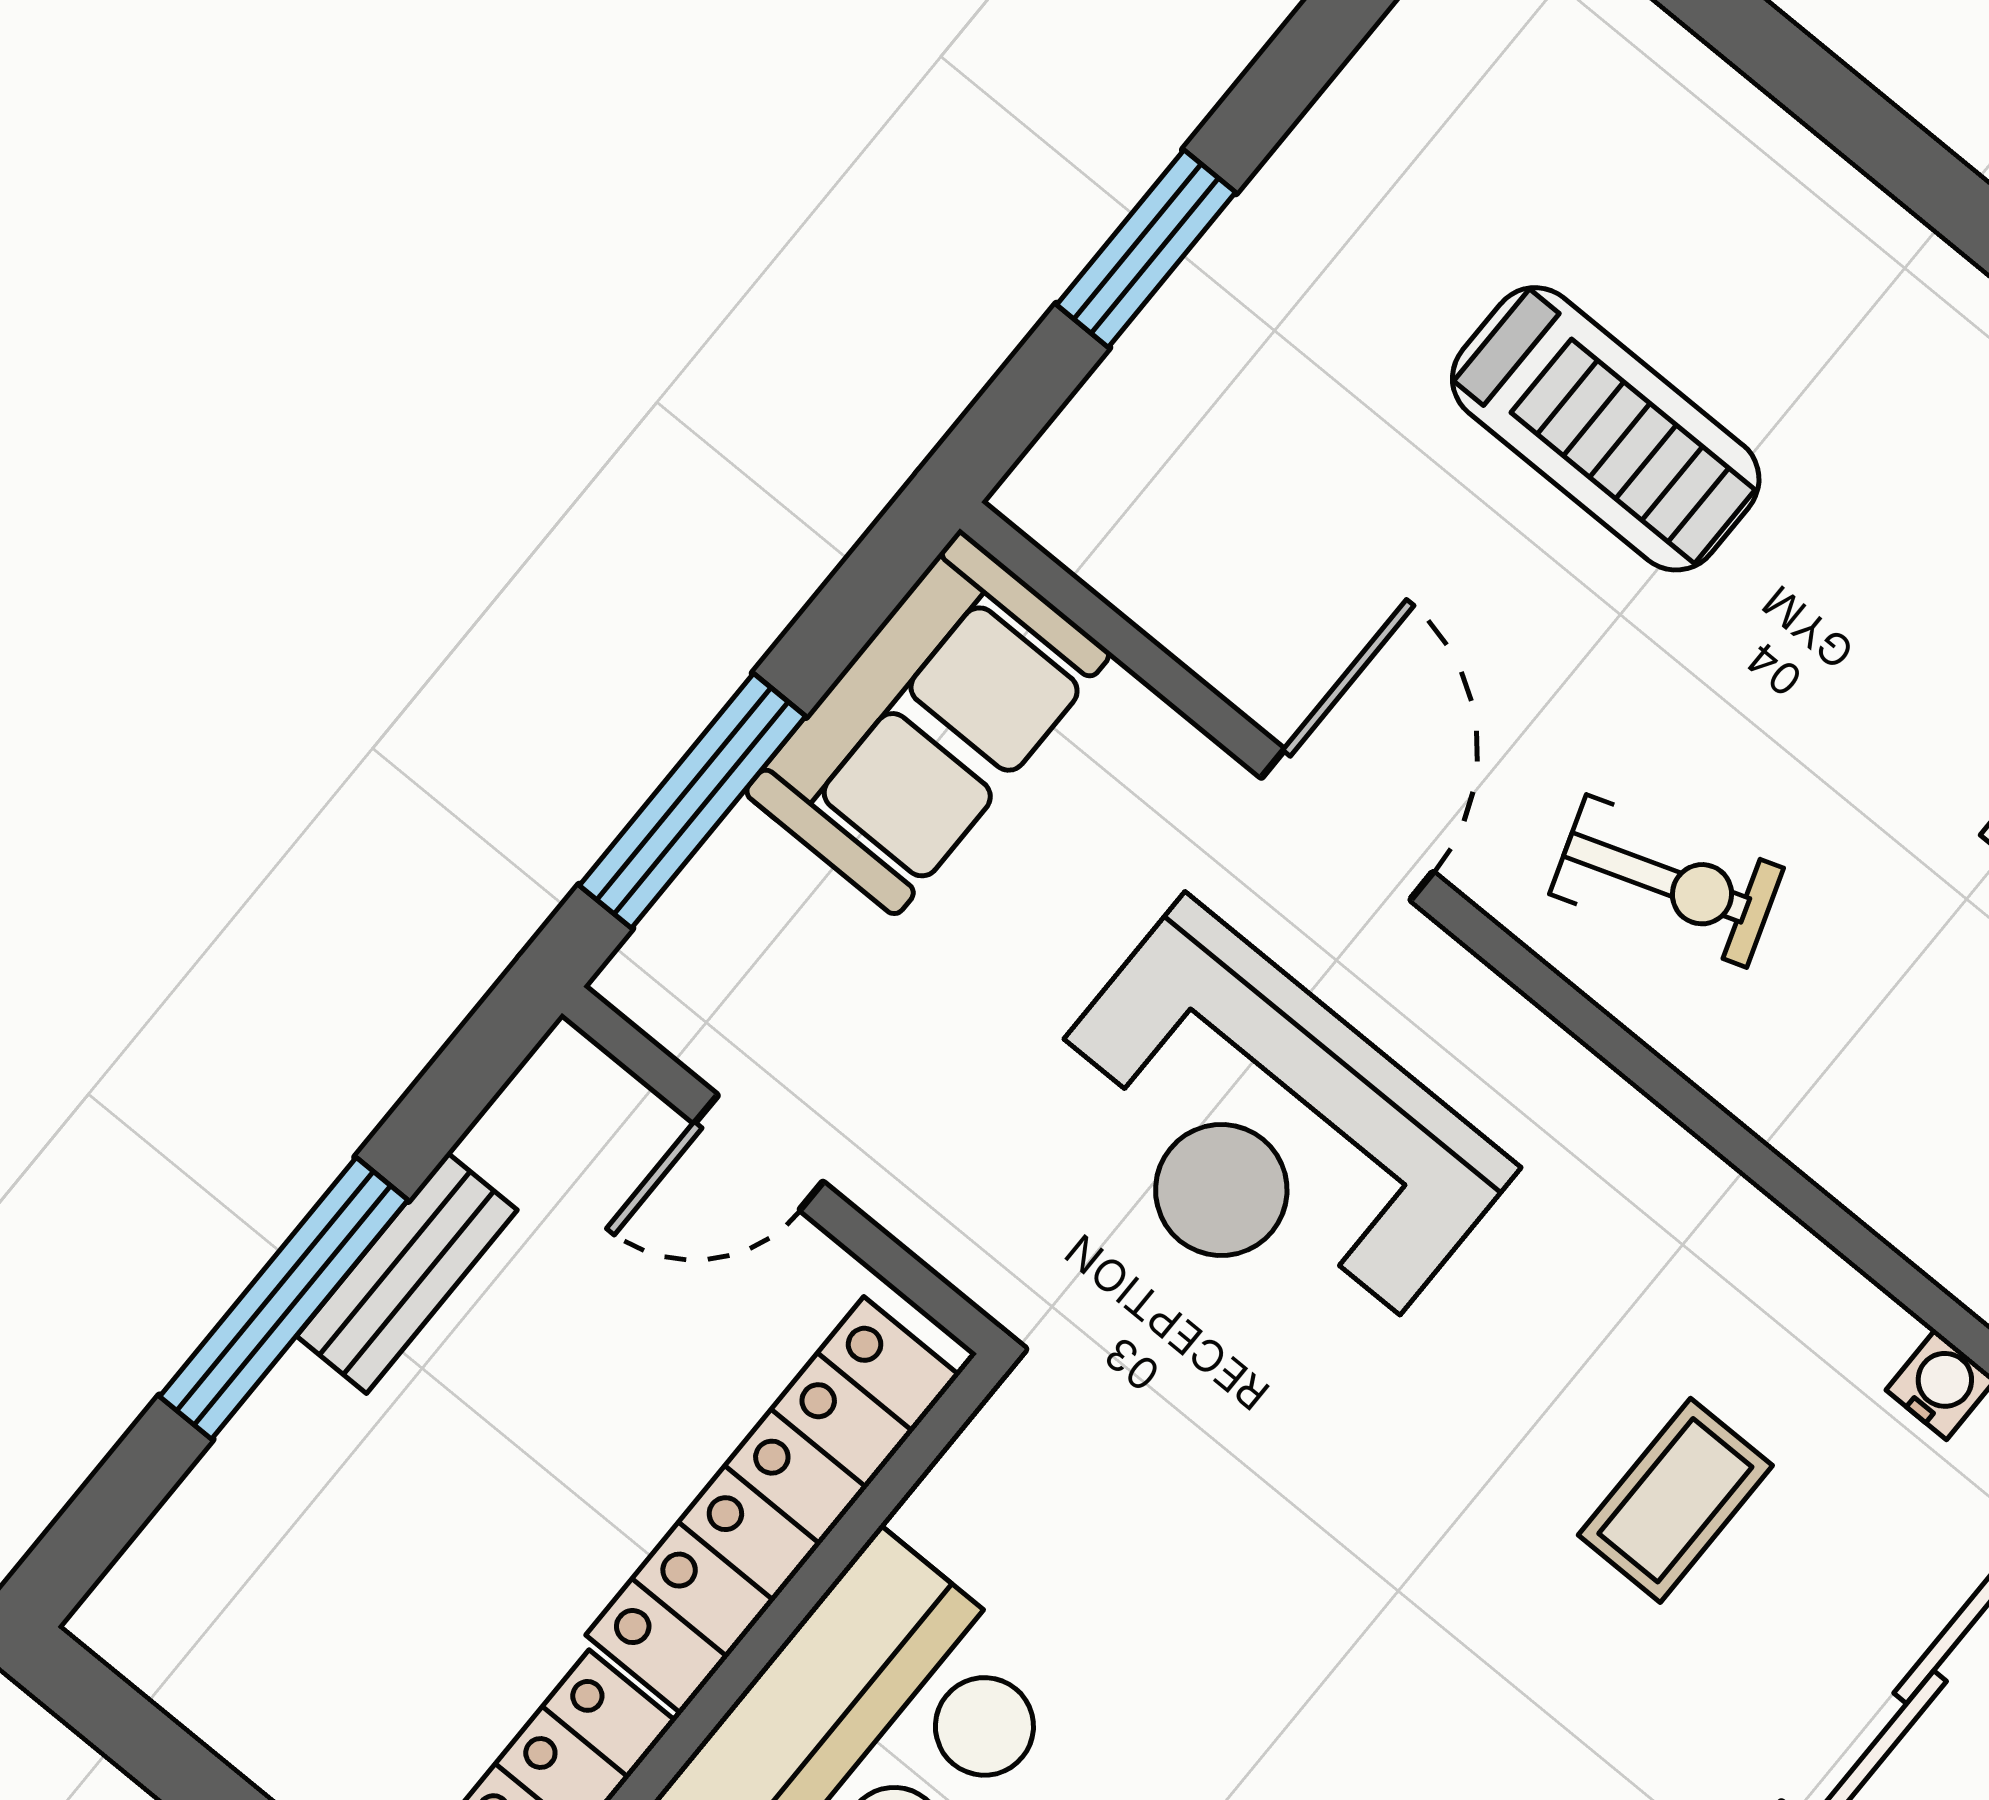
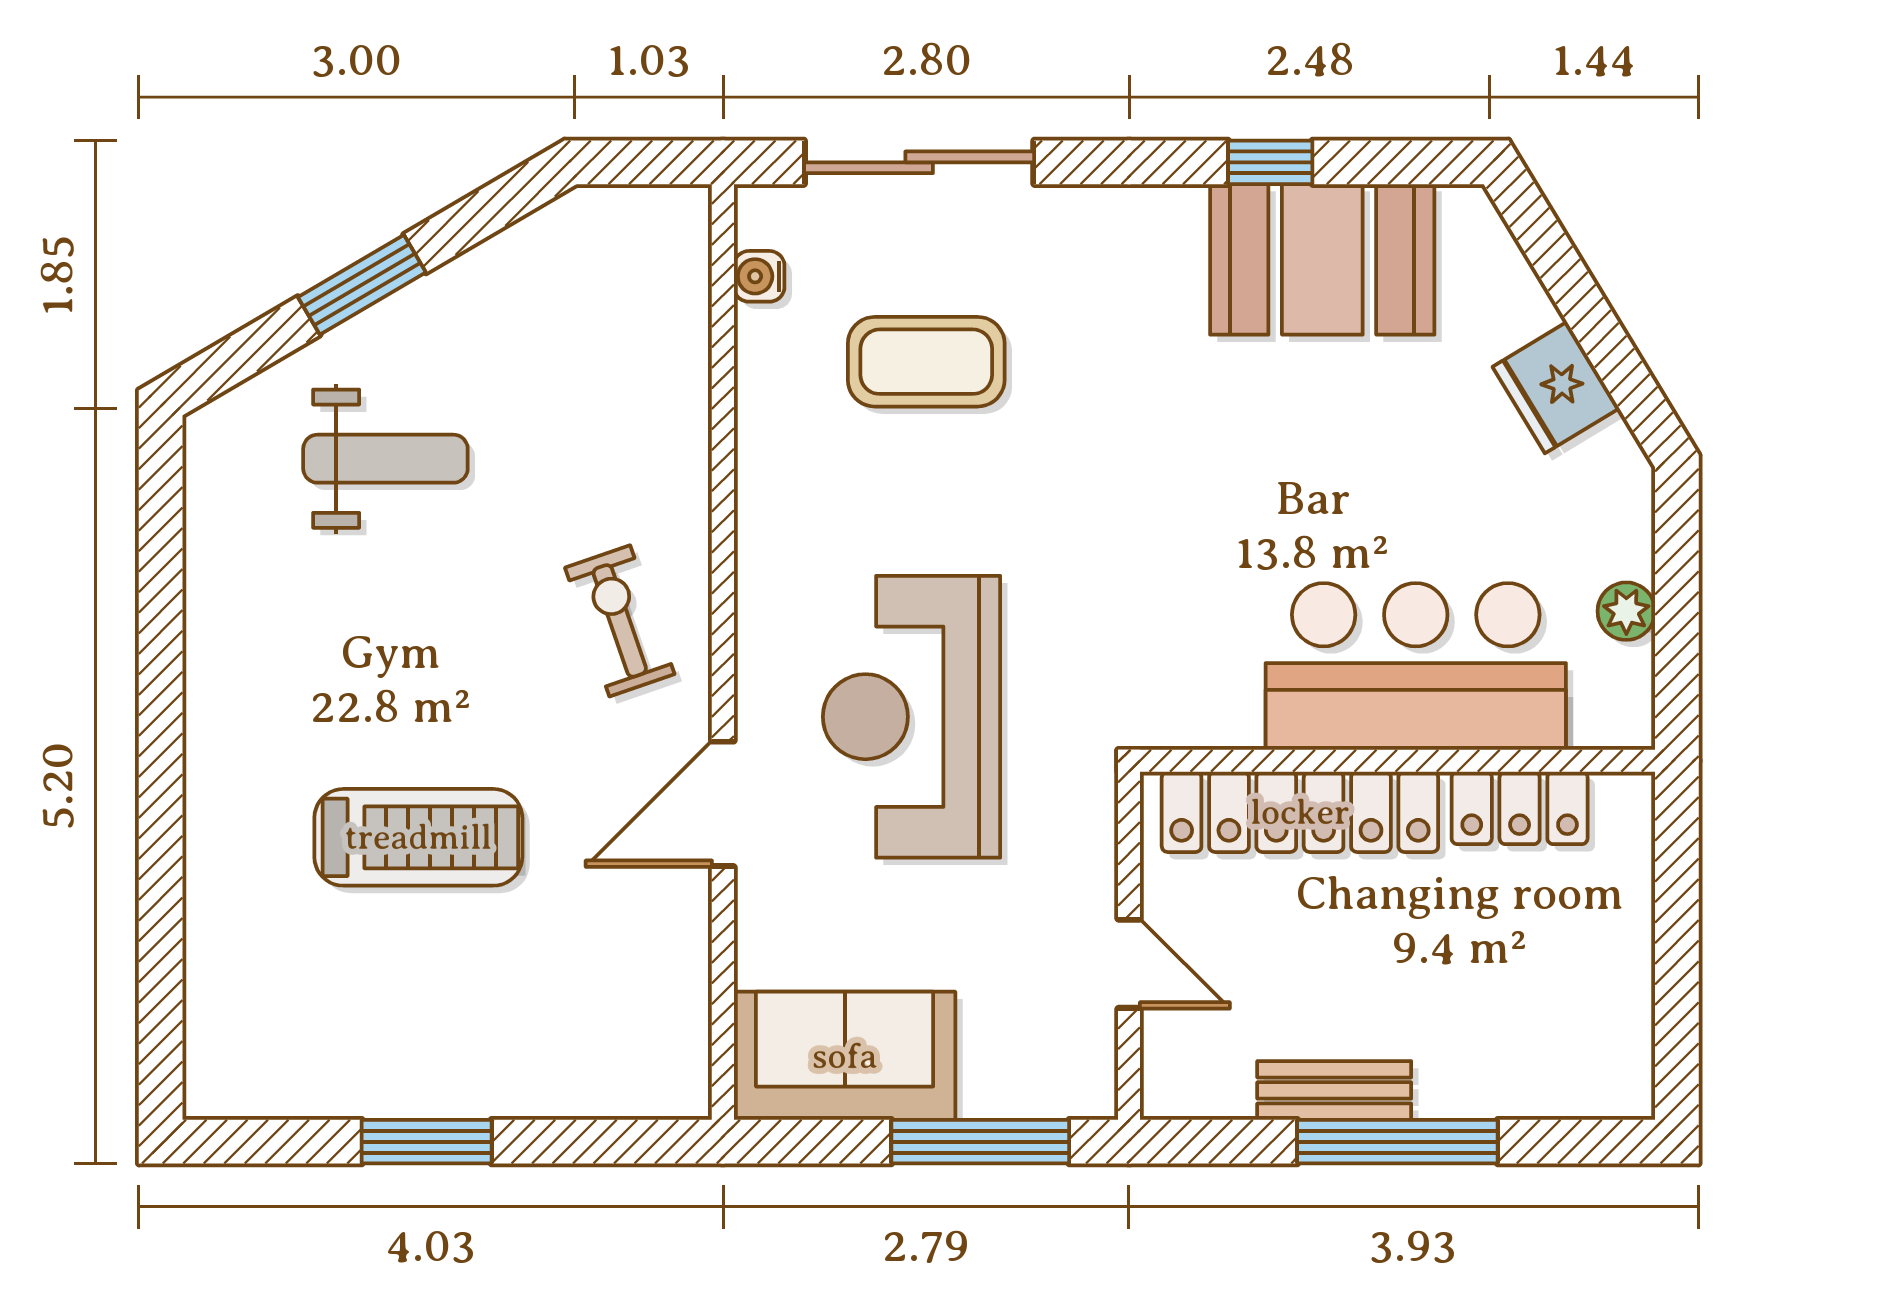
window: (1146, 249) -> (427, 1142), moved
treadmill: (1606, 429) -> (418, 837), turned 90
reception desk: (1266, 1135) -> (912, 717), turned 180
coffee table: (1675, 1500) -> (926, 362), width x1.36, depth x1.30

